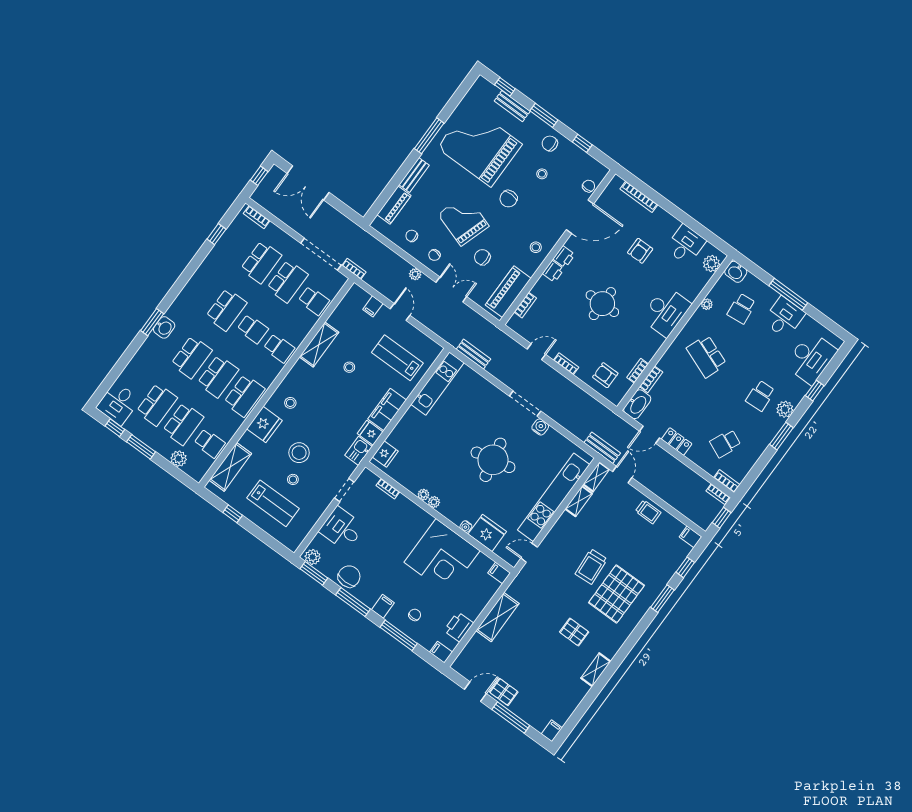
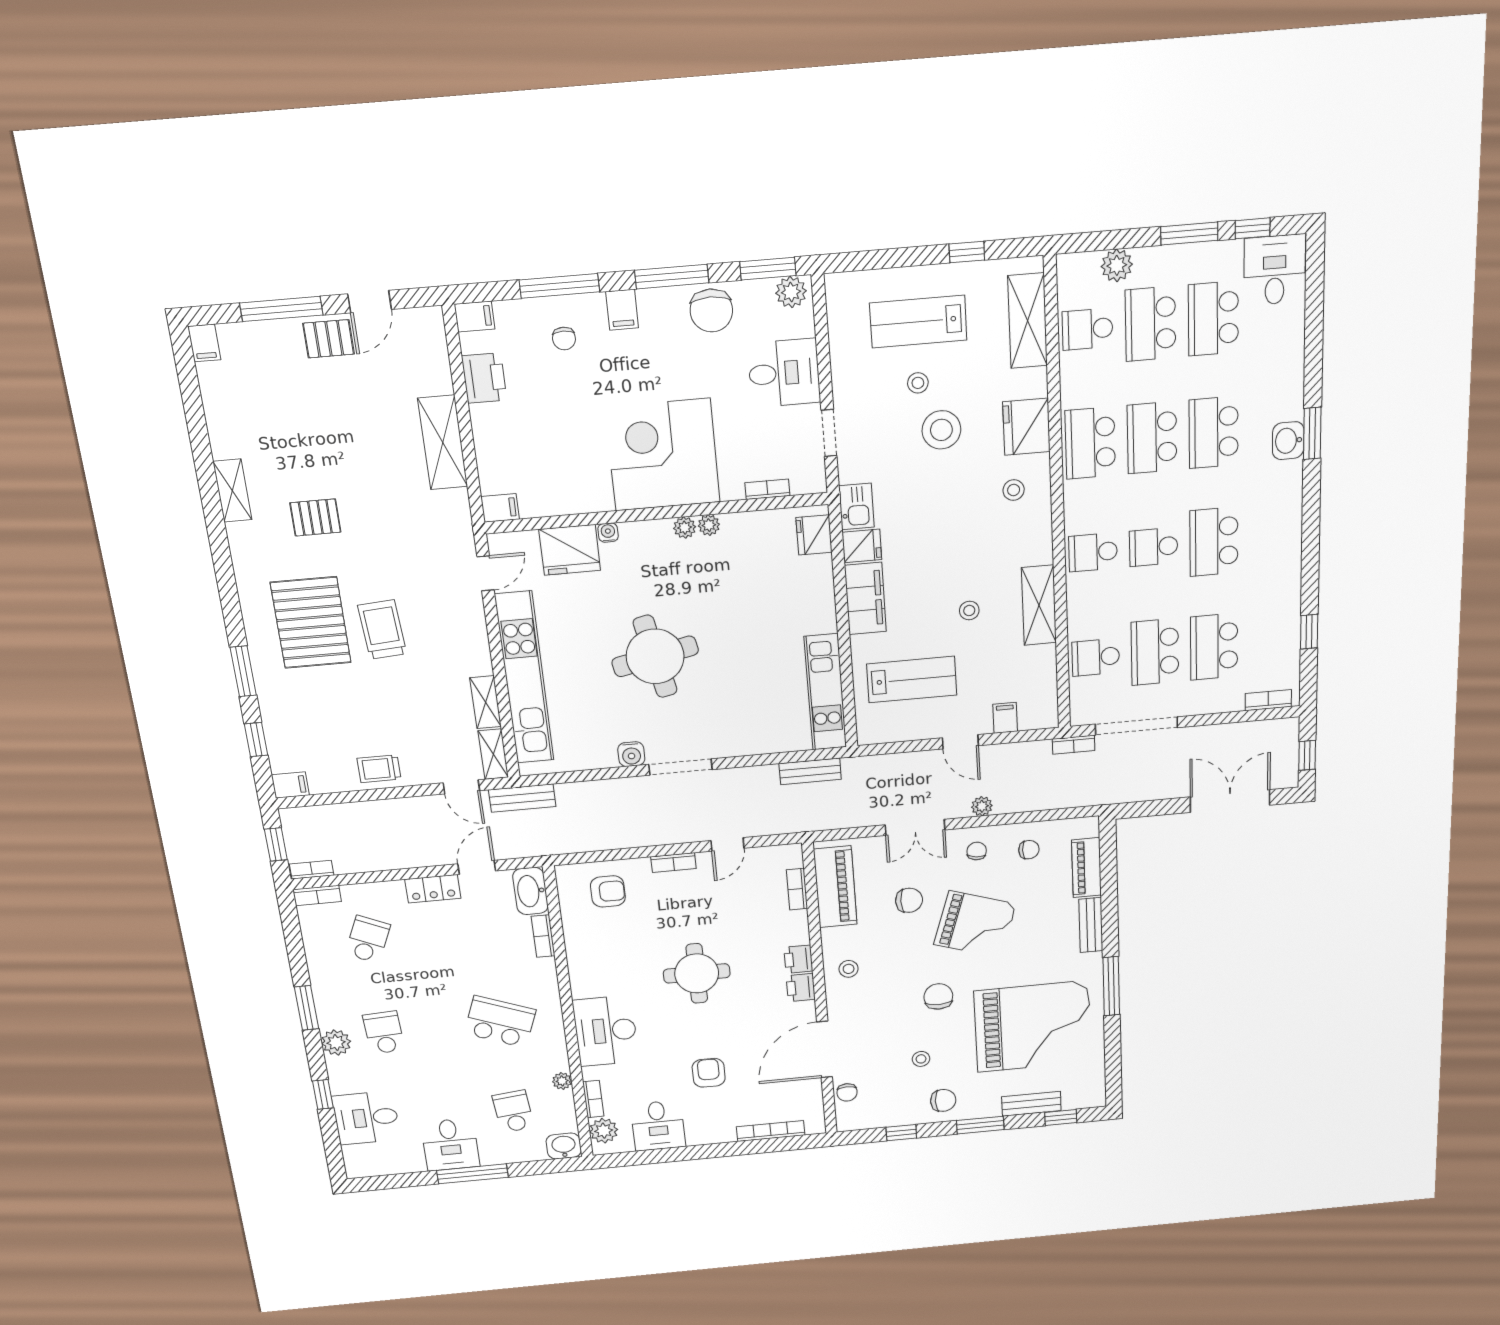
desk: (811, 358) -> (366, 1118), width x0.73
bookcase: (638, 371) -> (593, 1099), moved
corner desk: (442, 557) -> (663, 455), moved

